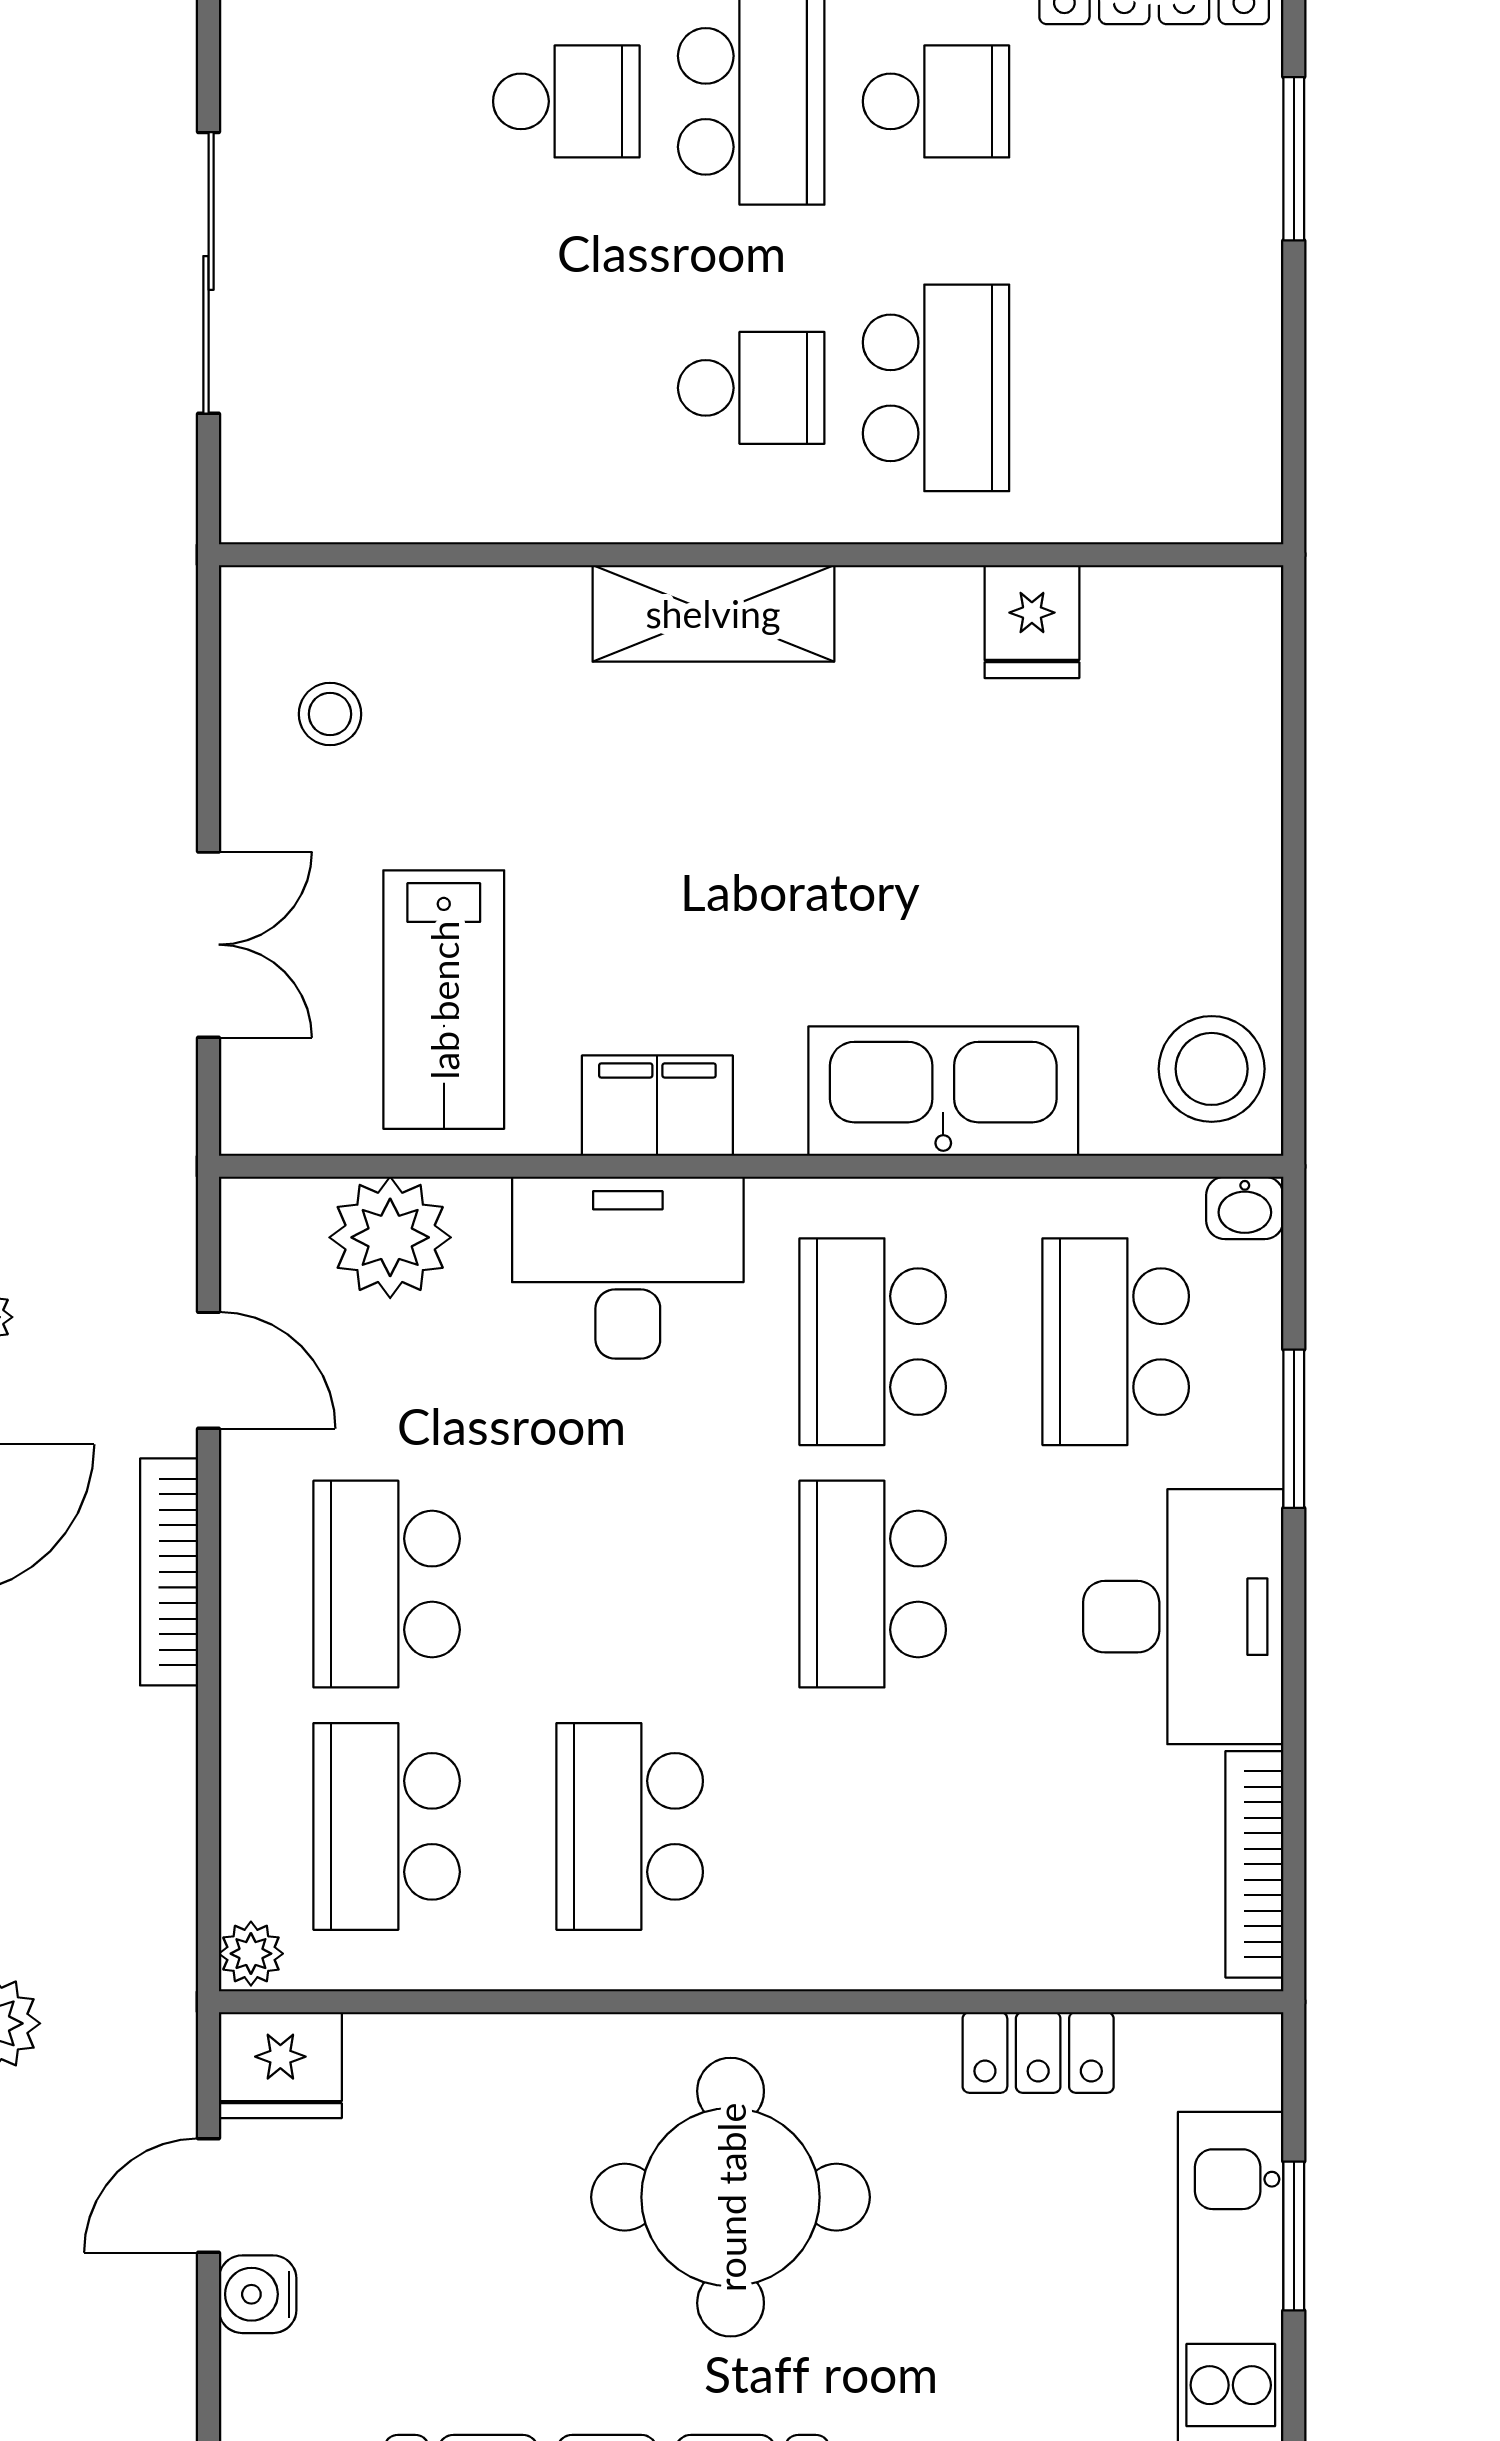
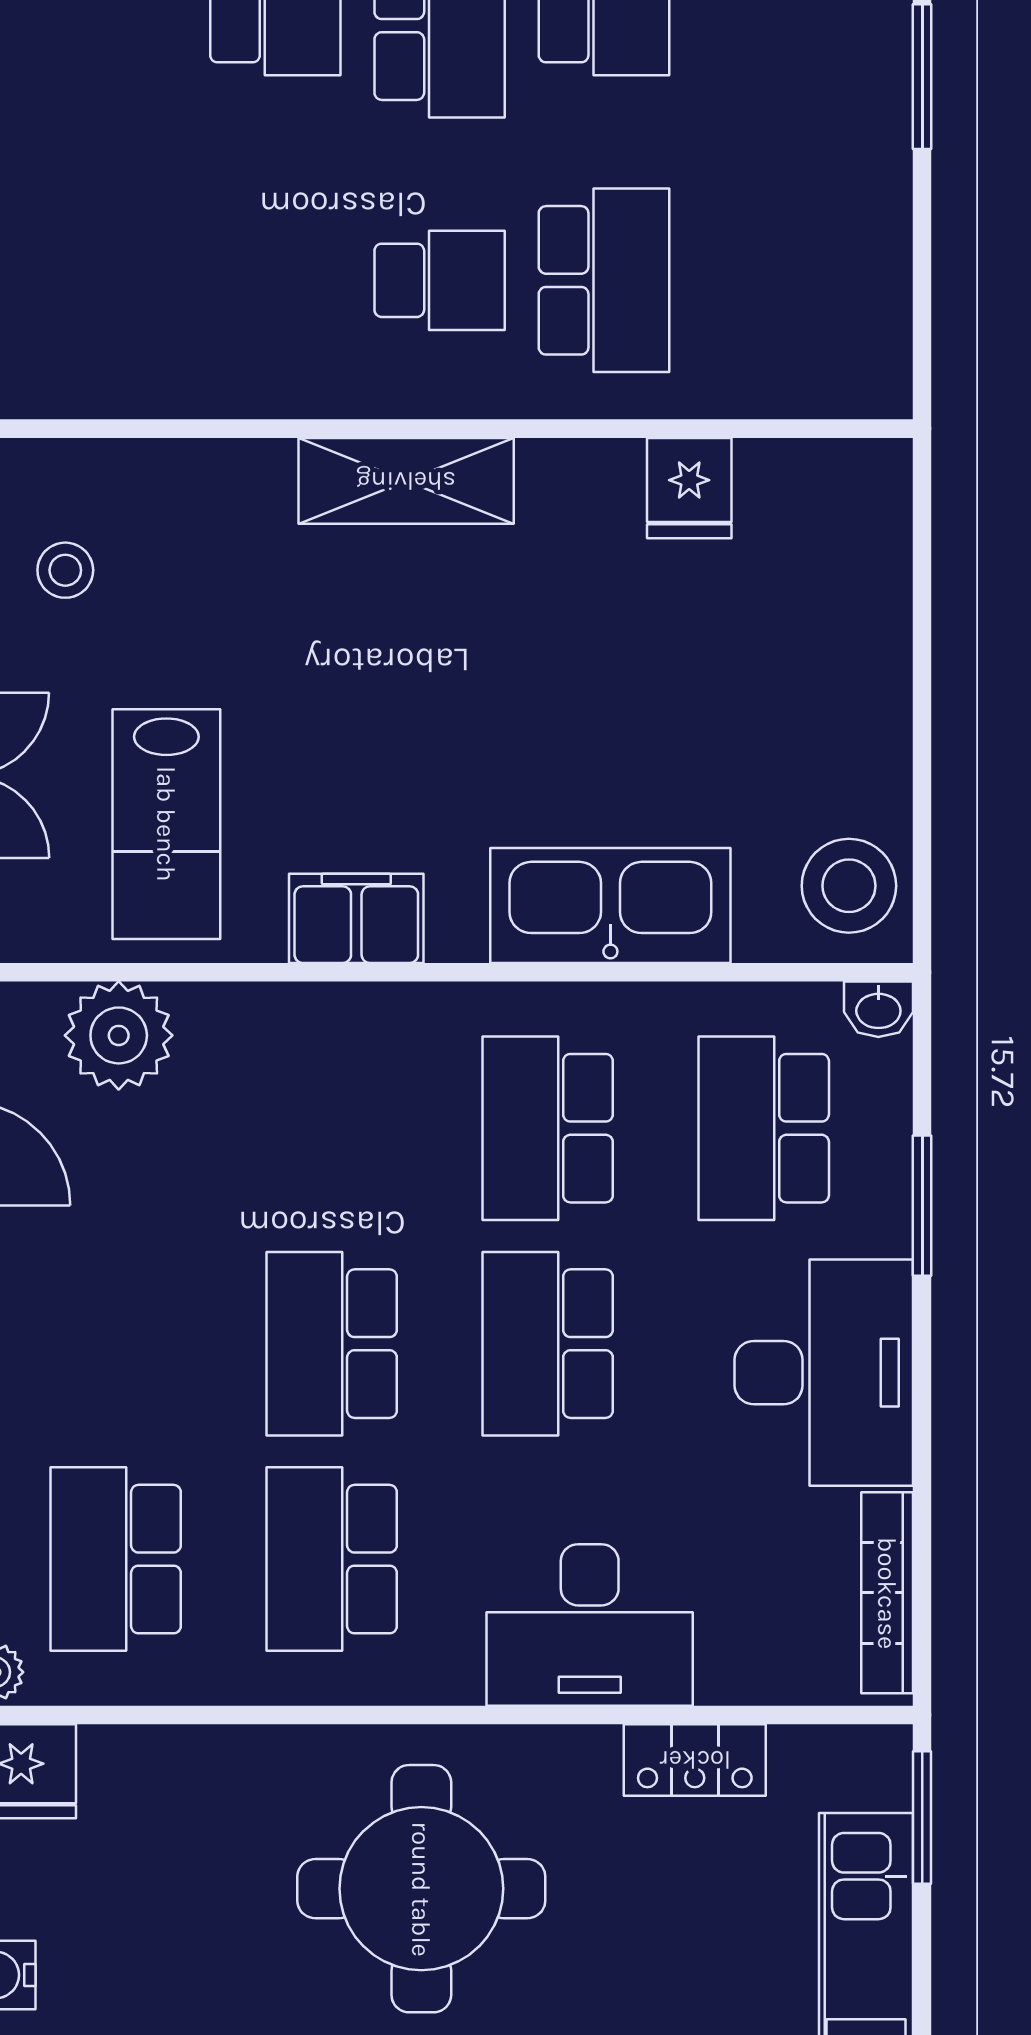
desk: (628, 1268) -> (590, 1625), moved, turned 180
school desk: (387, 1584) -> (332, 1344), moved
window: (1294, 2236) -> (922, 1817), moved

